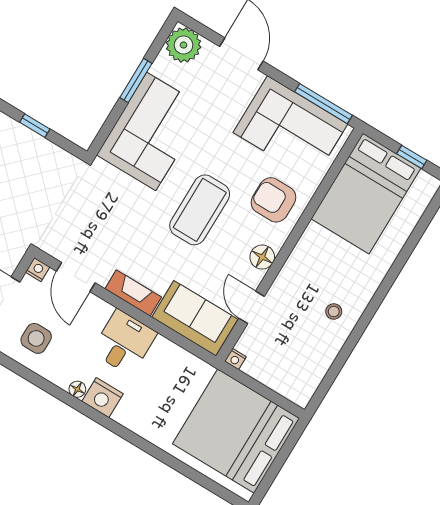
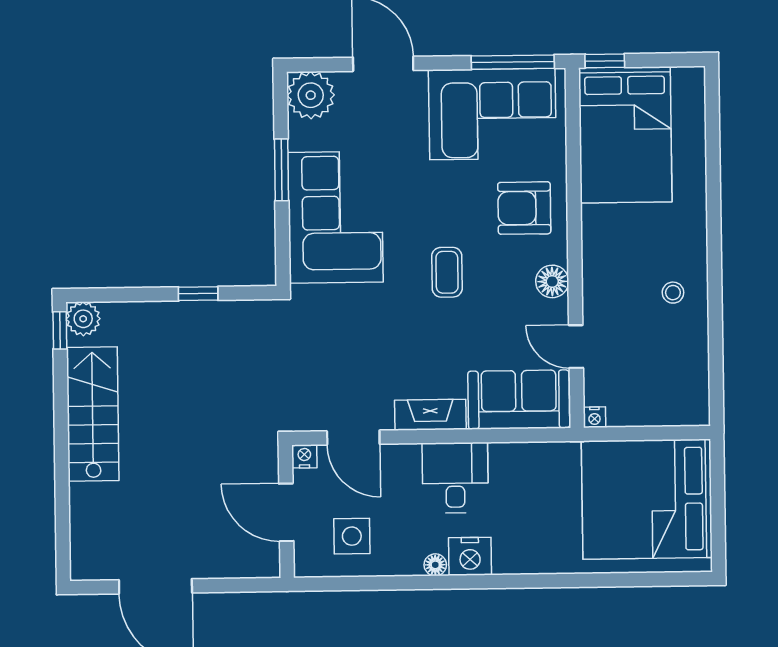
window: (412, 157) -> (605, 61), moved
coffee table: (200, 210) -> (447, 272), width x0.54, depth x0.58

